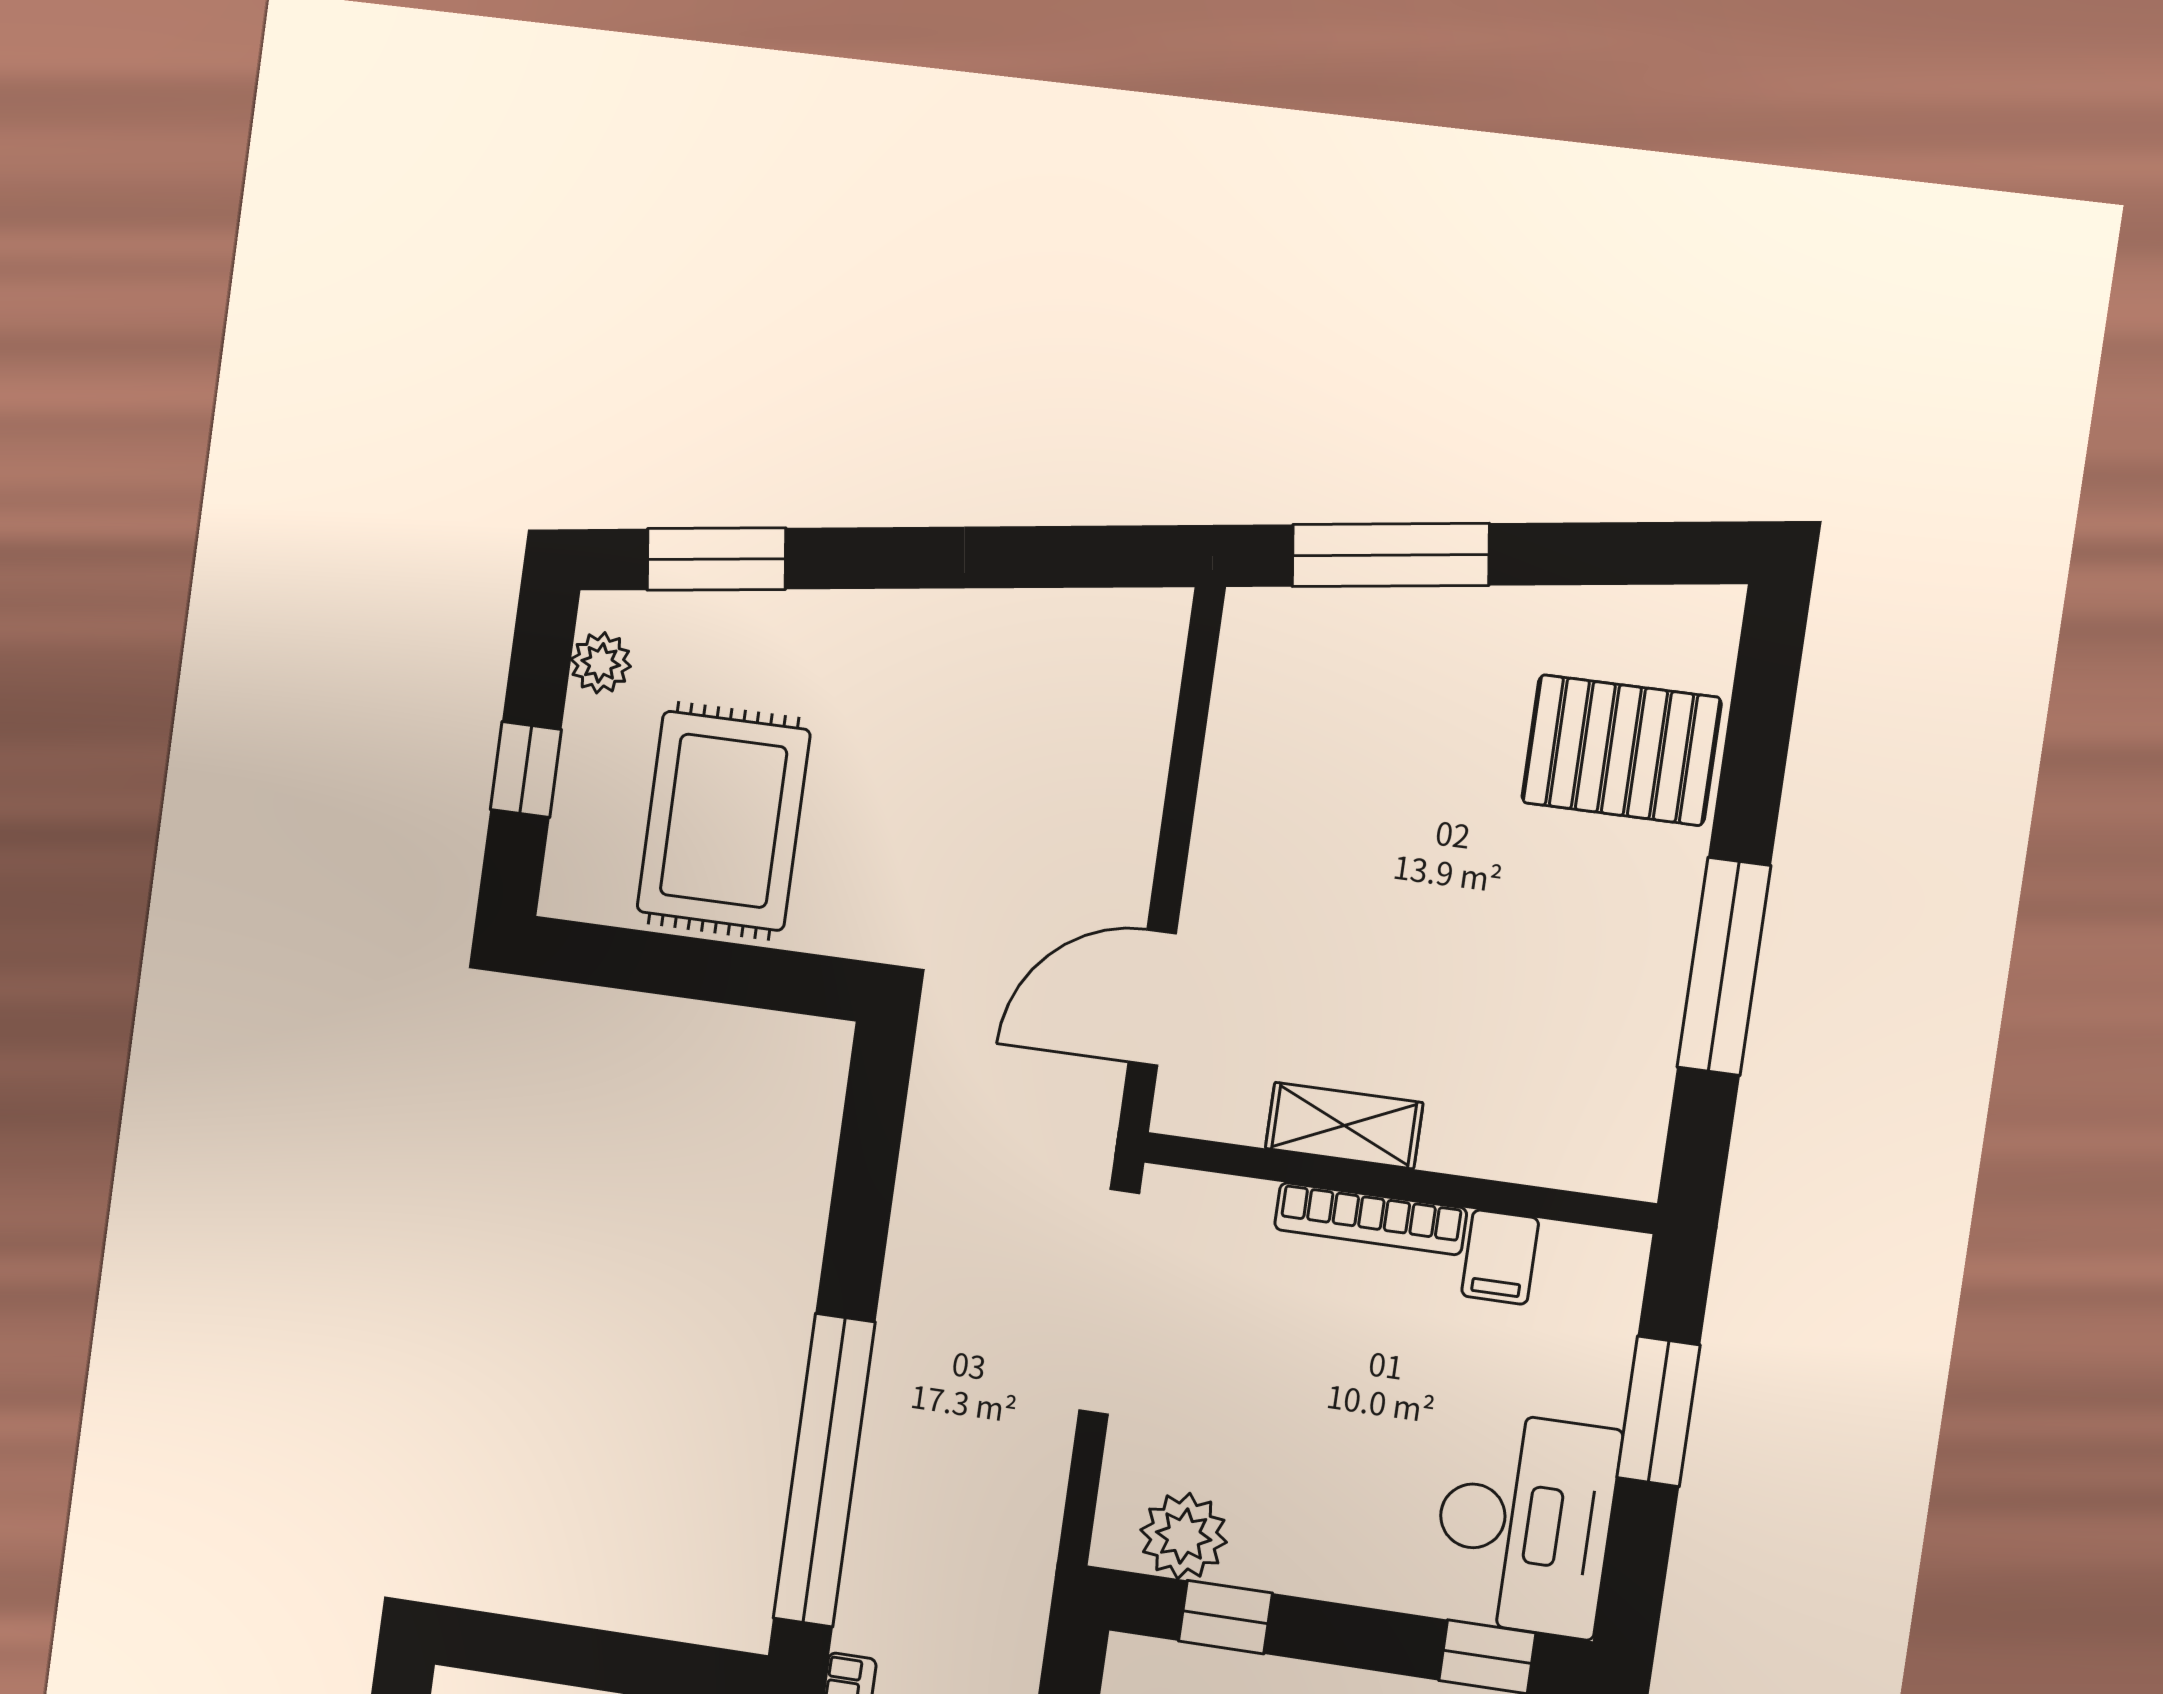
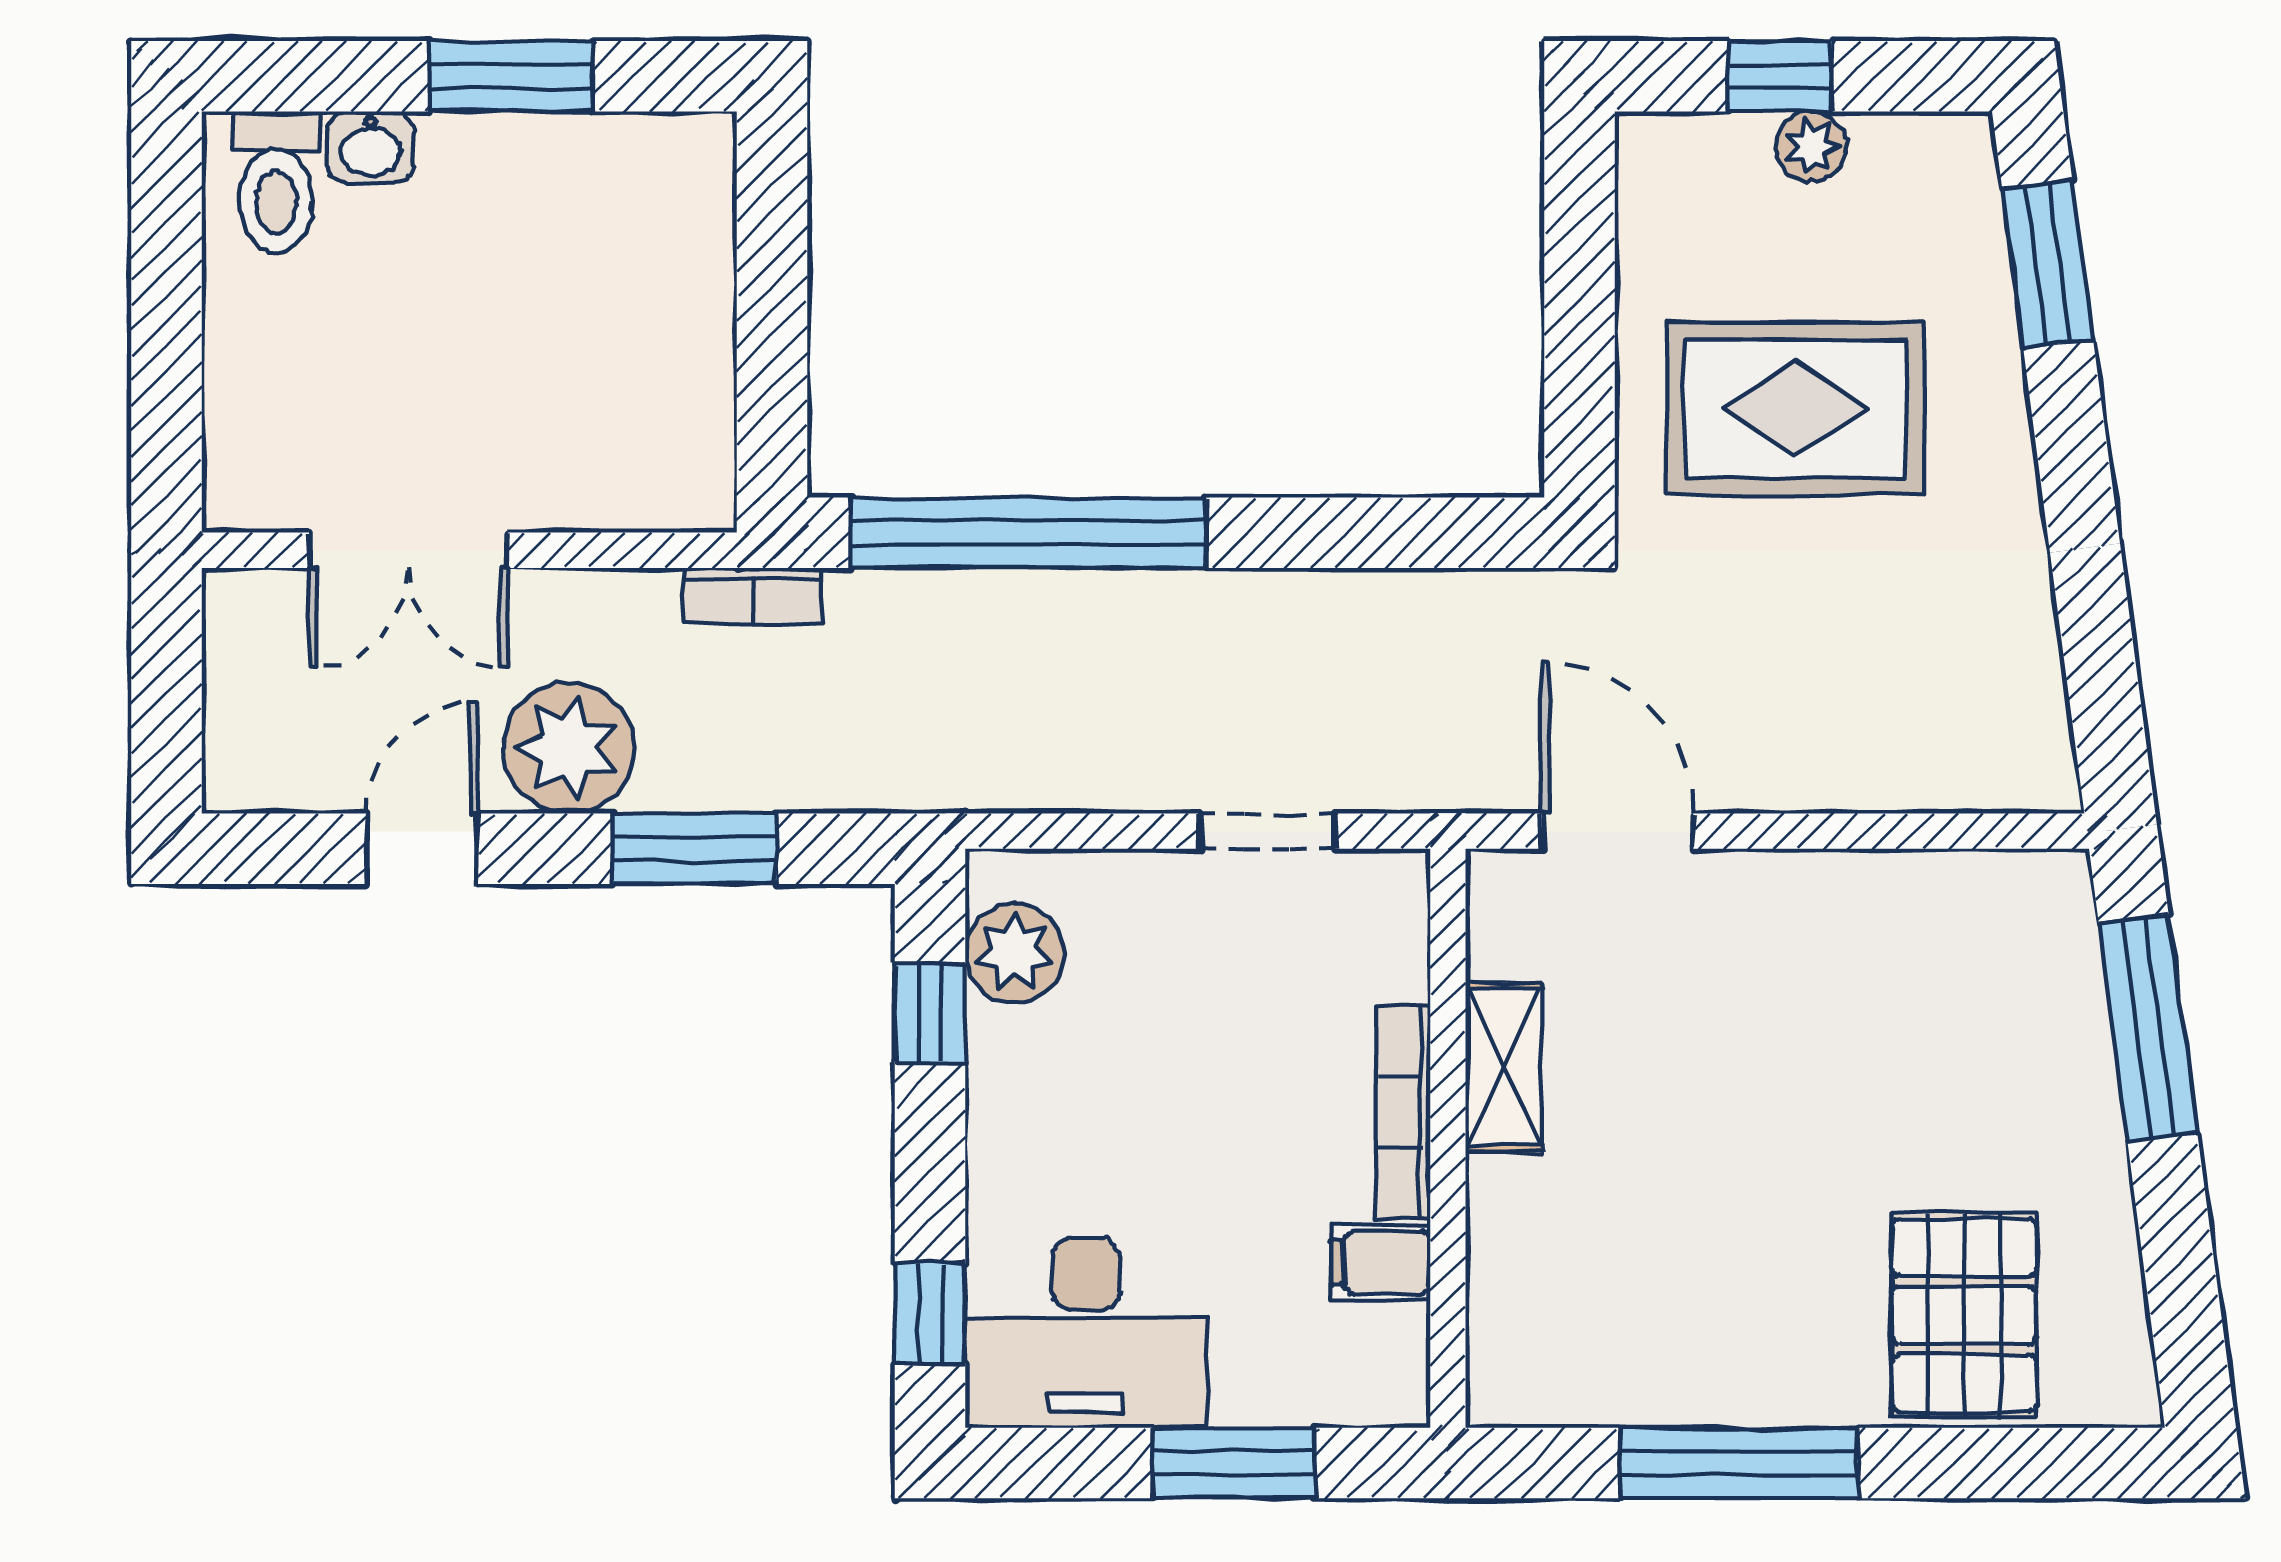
plant: (601, 663) -> (1811, 147), moved
rug: (724, 821) -> (1795, 409), moved
doorway: (1109, 1302) -> (1267, 831), width x0.53

